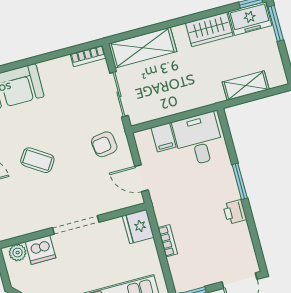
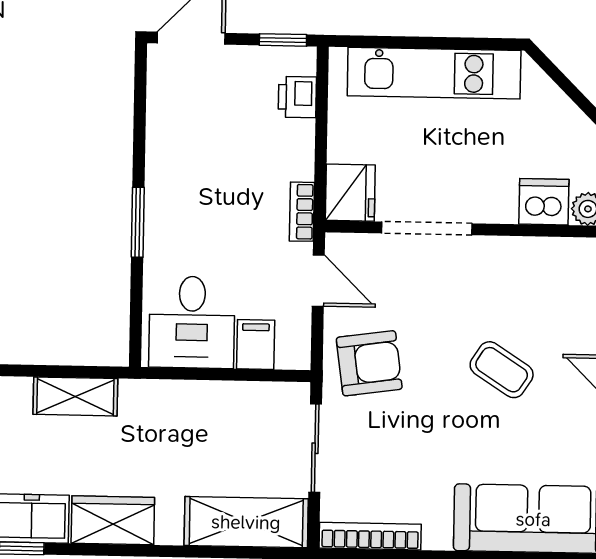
bookcase: (88, 56) -> (370, 536), width x1.56
armchair: (104, 144) -> (369, 363), width x1.38, depth x1.38
printer: (235, 212) -> (297, 97), moved, turned 180
doorway: (76, 225) -> (427, 228), moved
bookcase: (168, 241) -> (302, 212), moved

